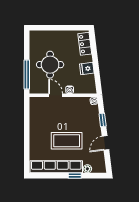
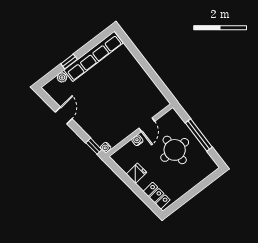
window: (27, 74) -> (199, 135), moved
door: (56, 95) -> (147, 125), hinge flipped
window: (103, 120) -> (94, 146), moved
coffee table: (67, 141) -> (103, 89), removed

